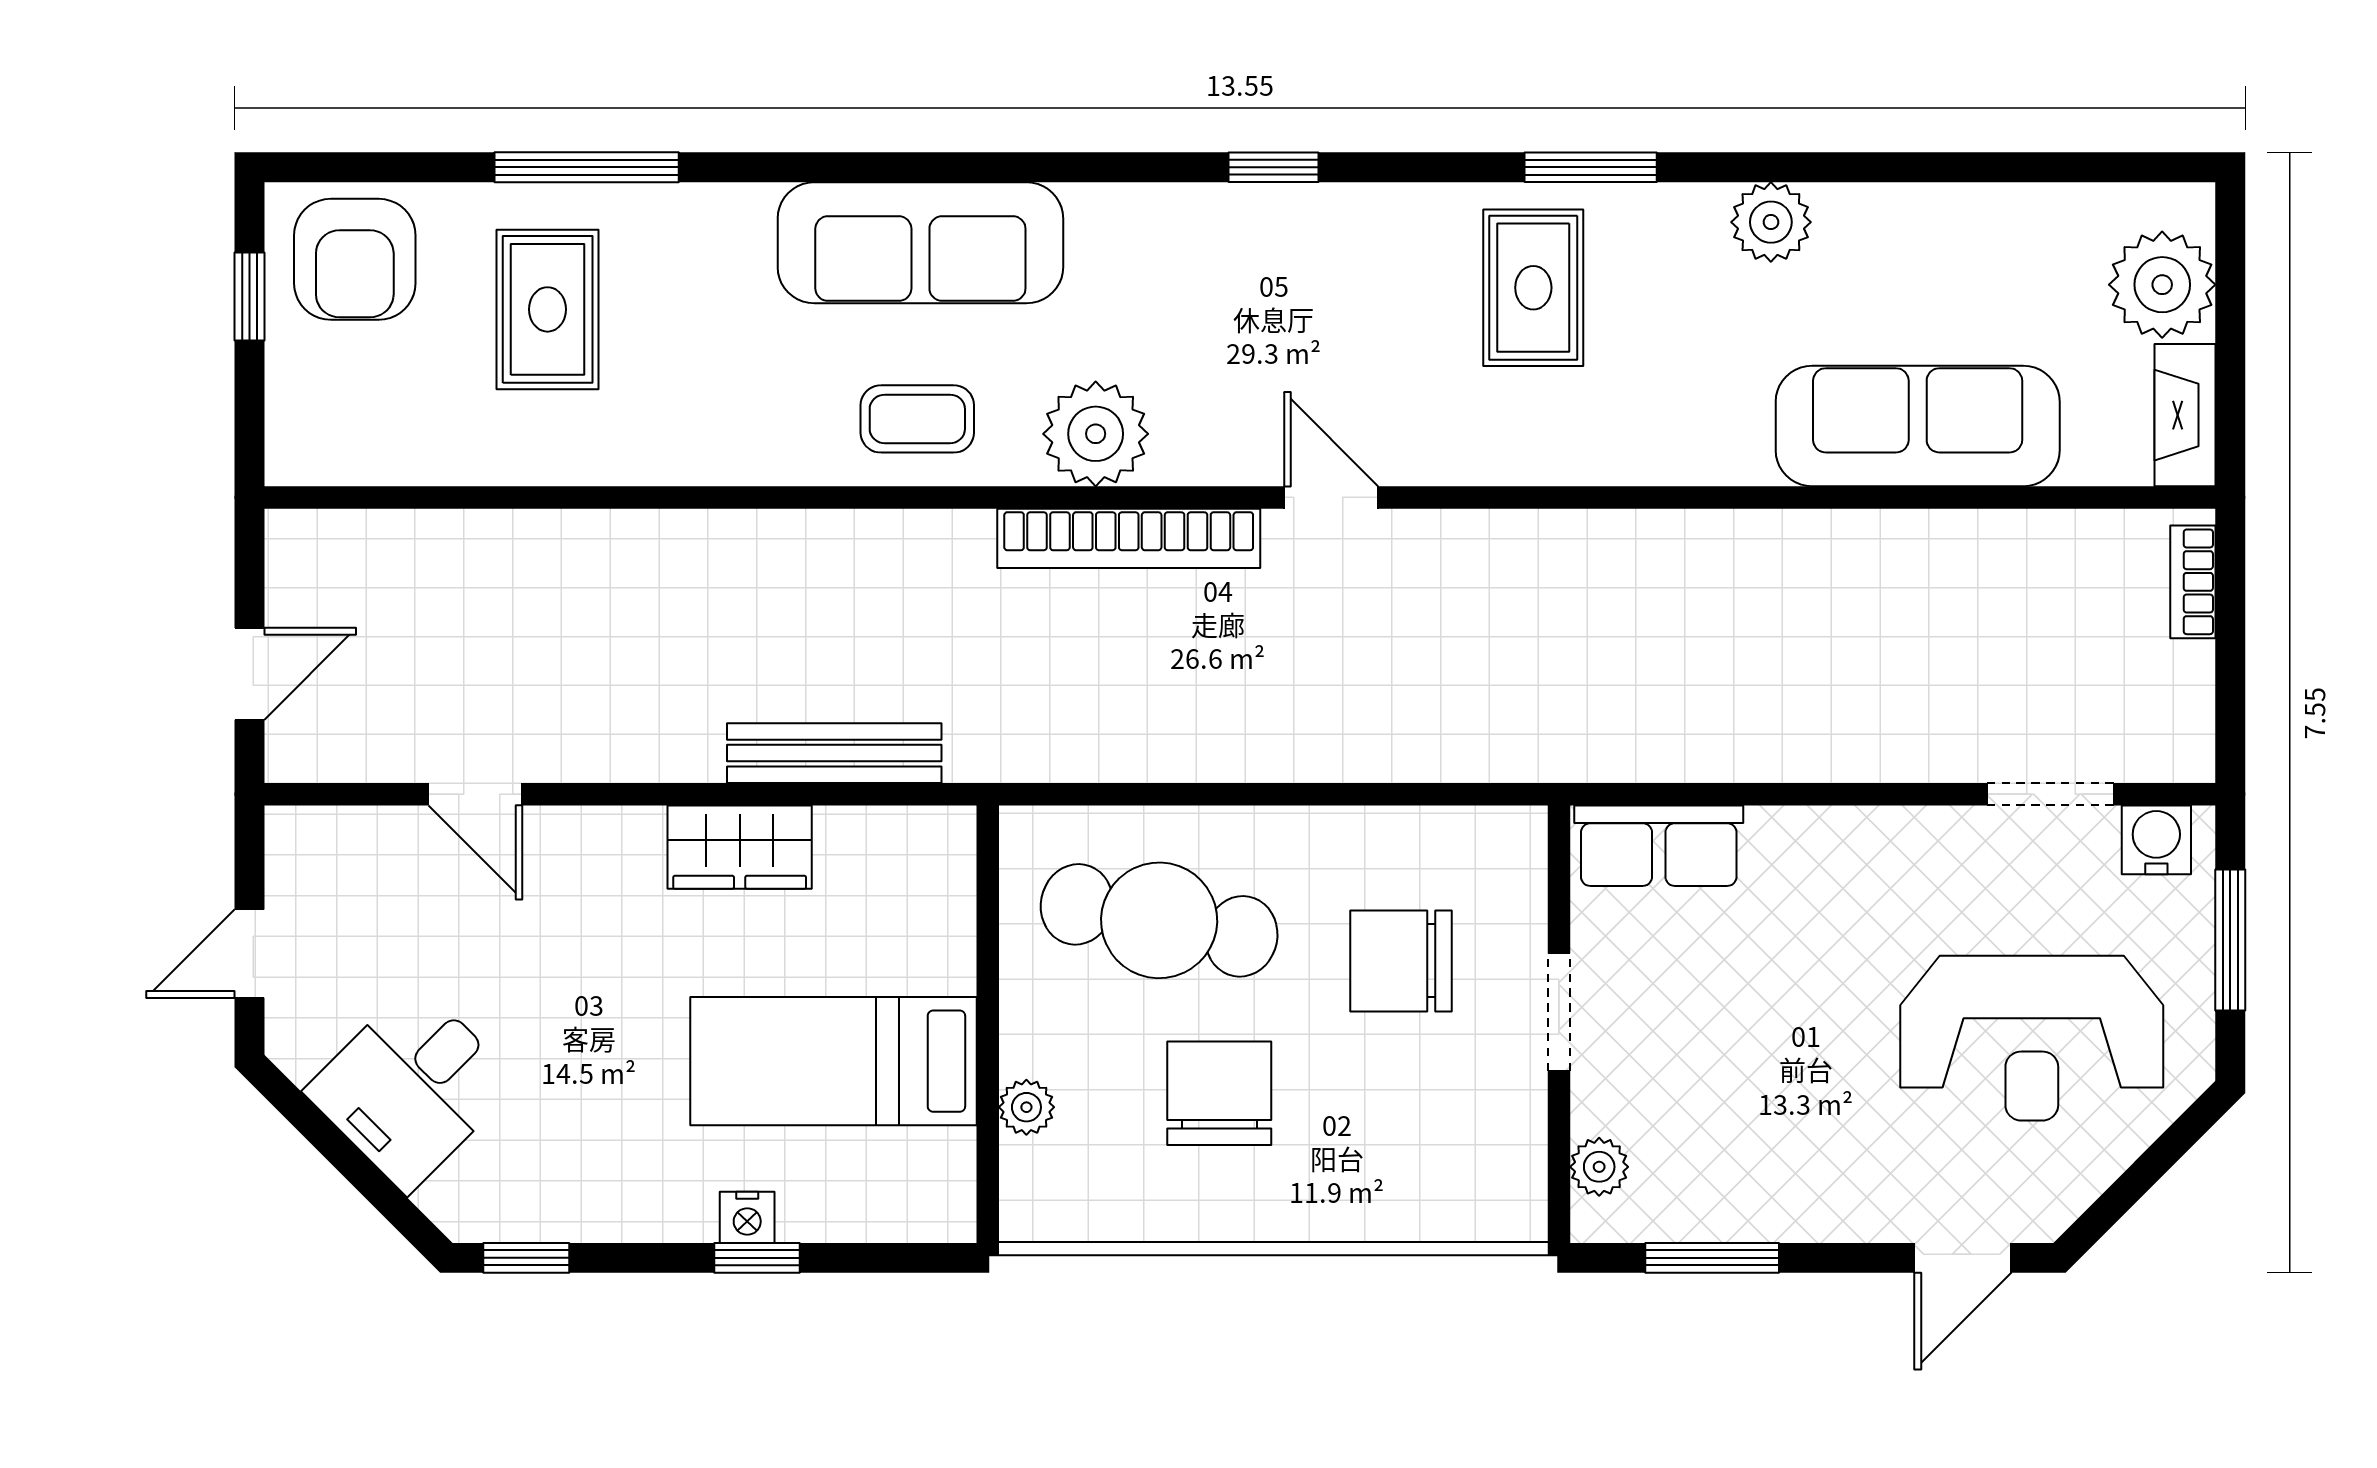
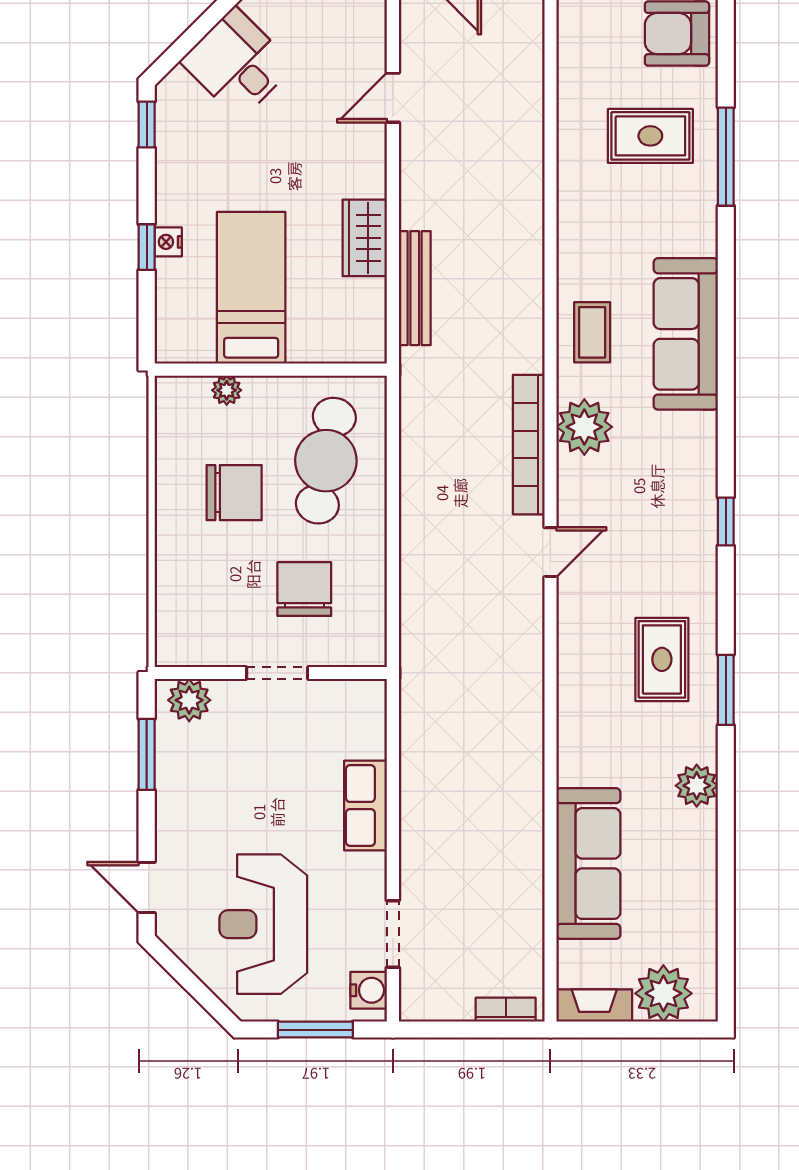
rug: (1533, 288) -> (662, 659), turned 90
row of seats: (1659, 846) -> (366, 806), moved
plant: (1599, 1167) -> (189, 700), width x1.38, depth x1.38

